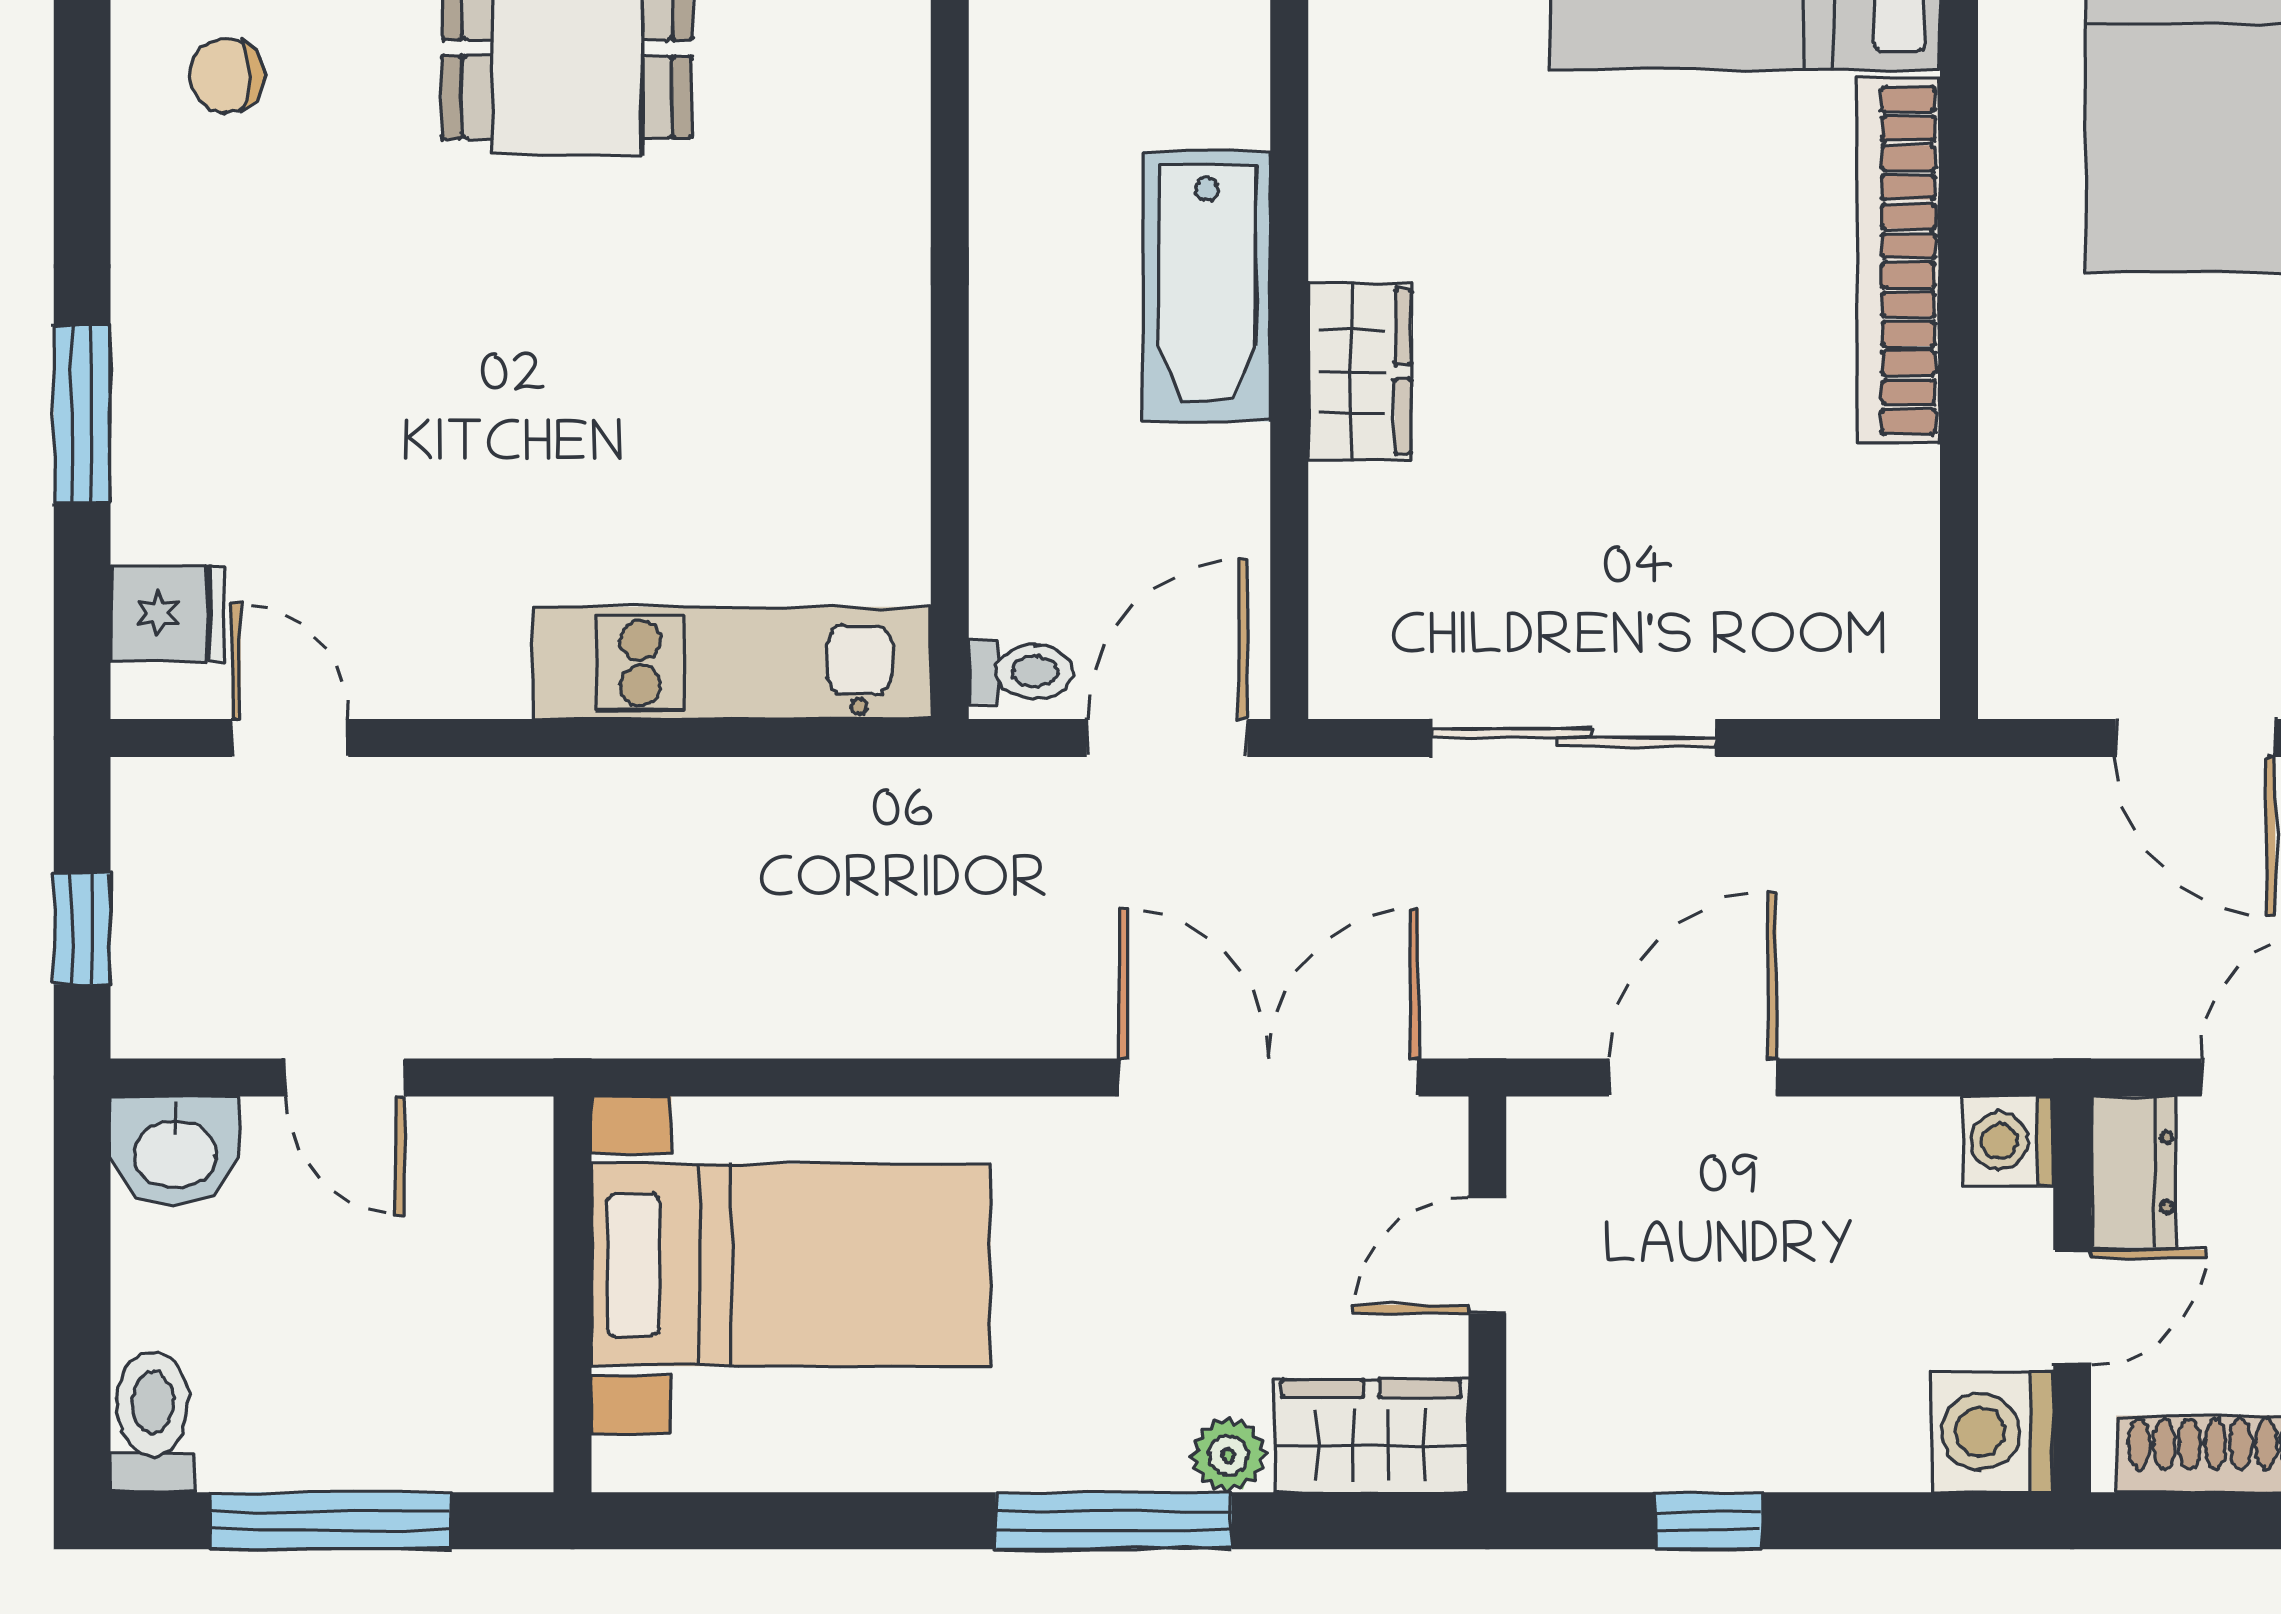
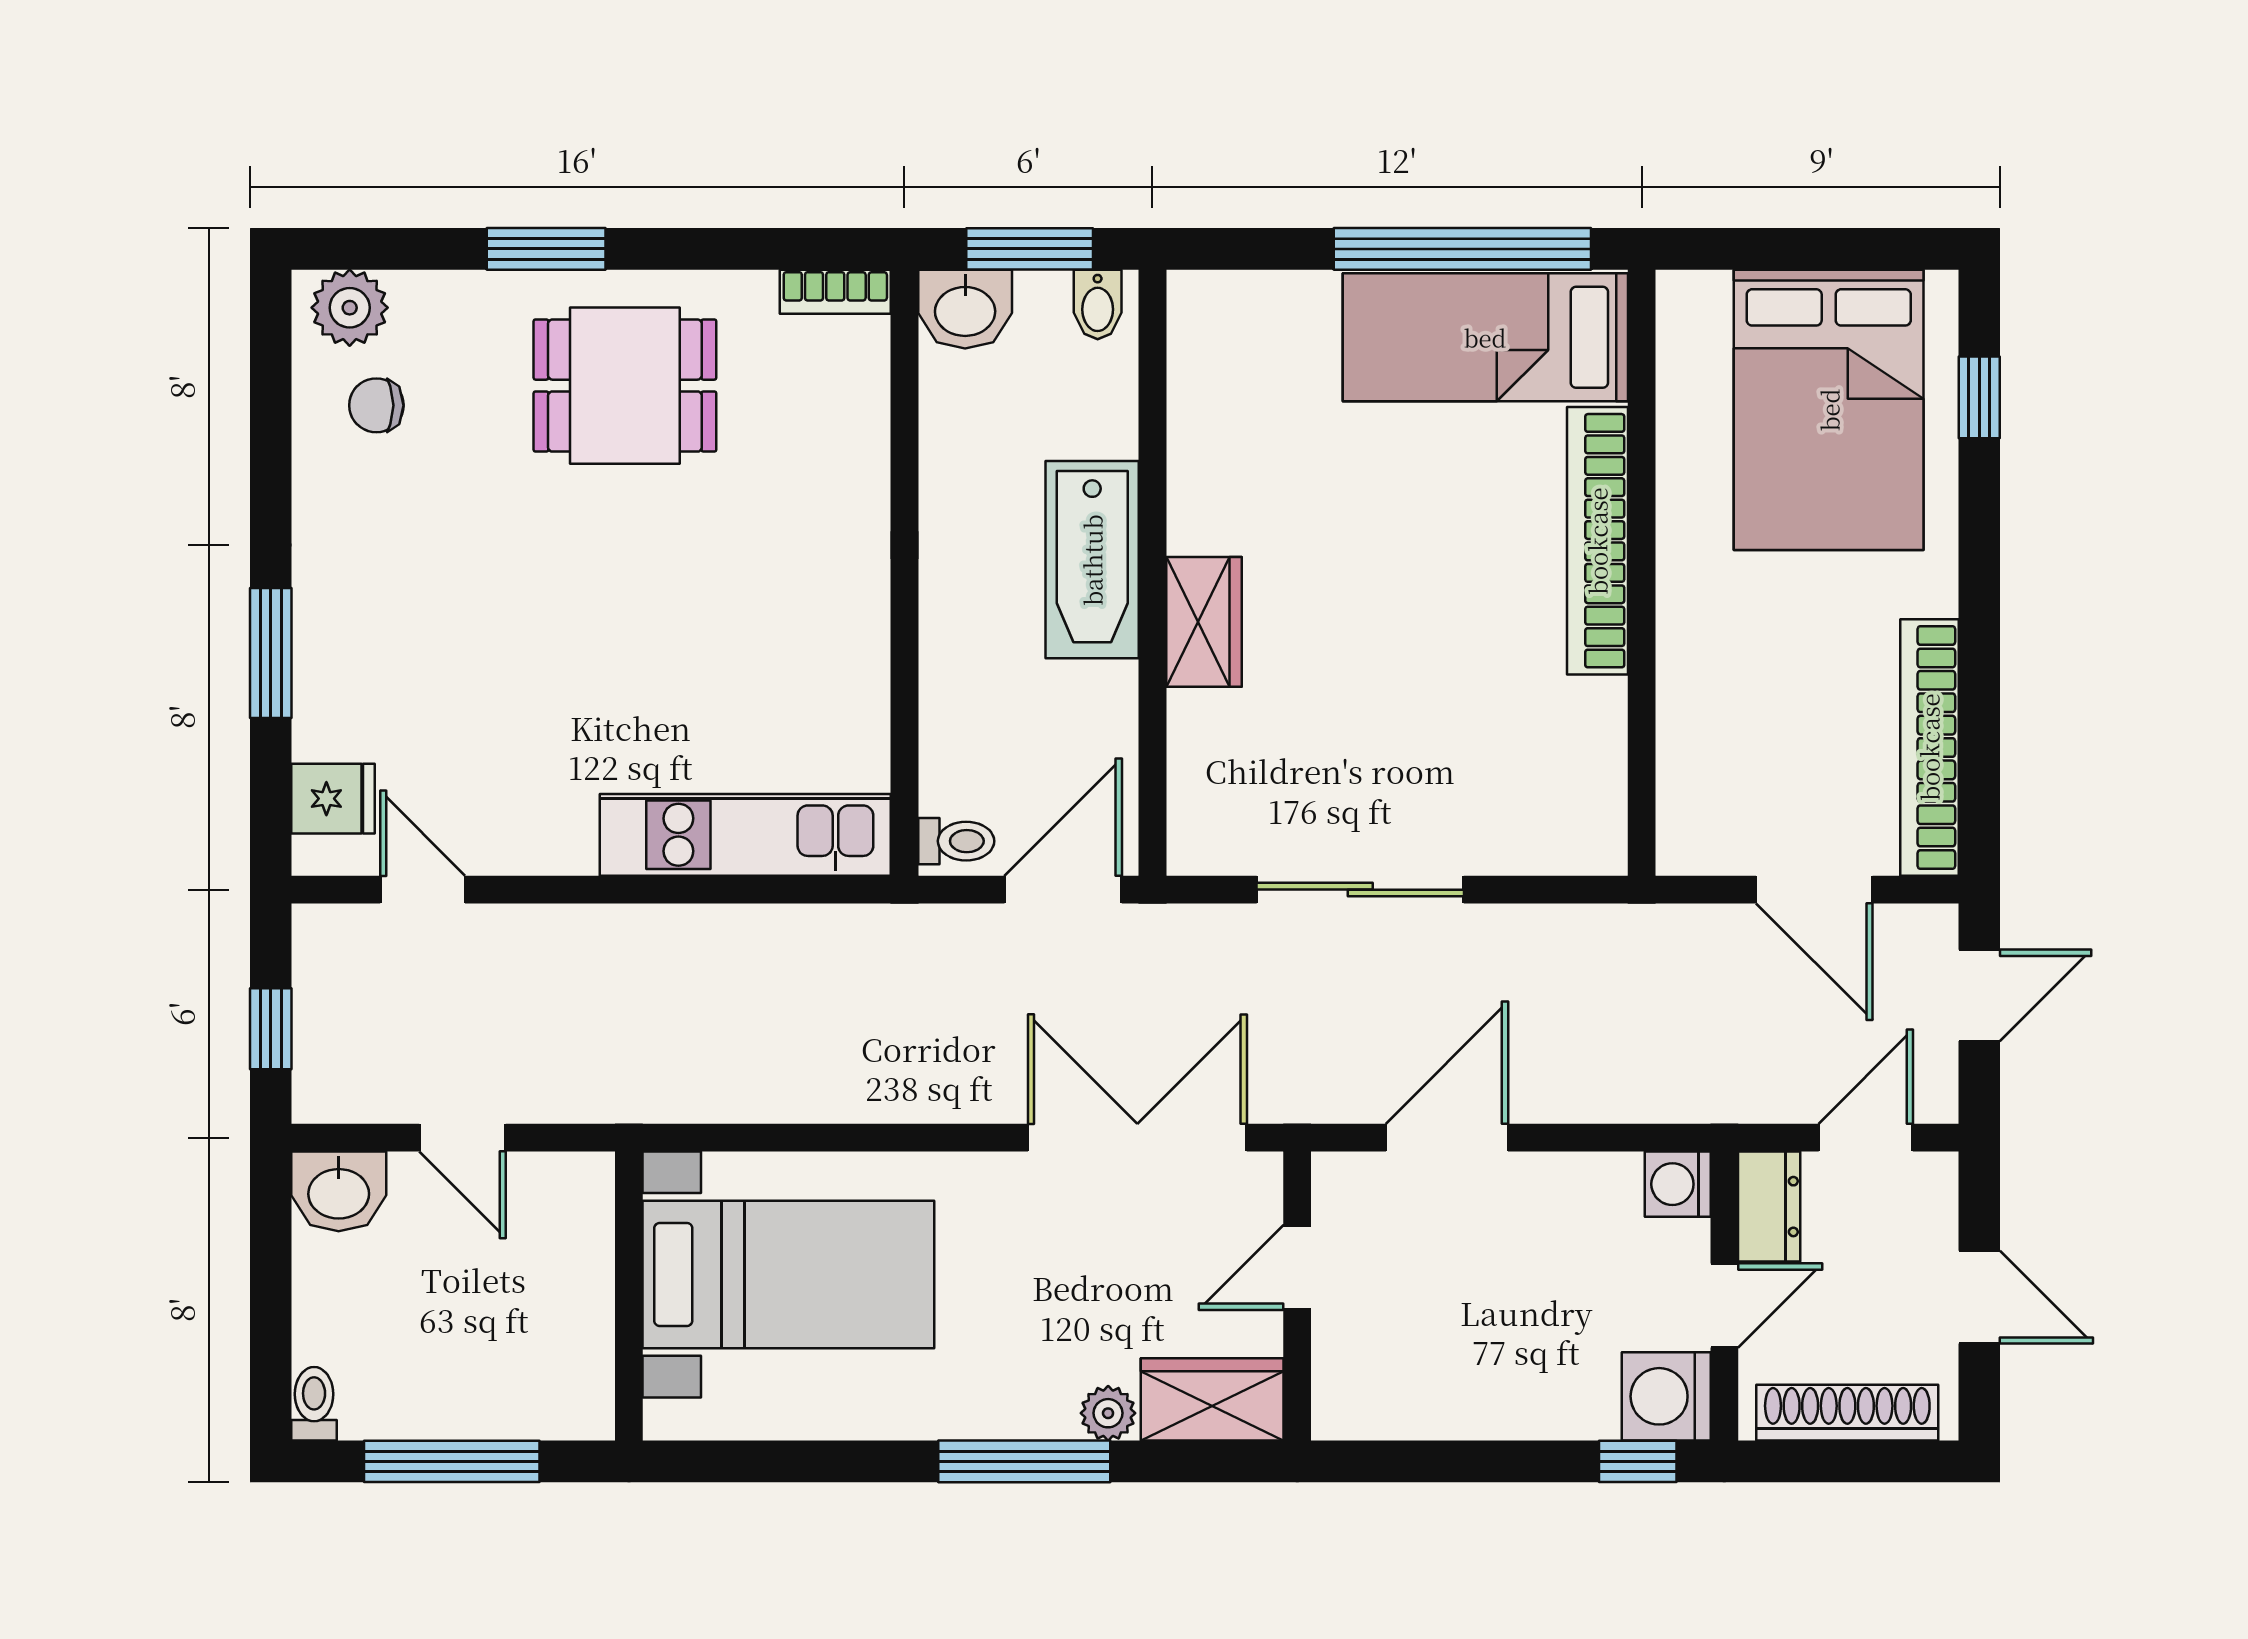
toilet: (153, 1422) -> (314, 1404), width x0.73, depth x0.72
window: (1708, 1521) -> (1638, 1461), moved

